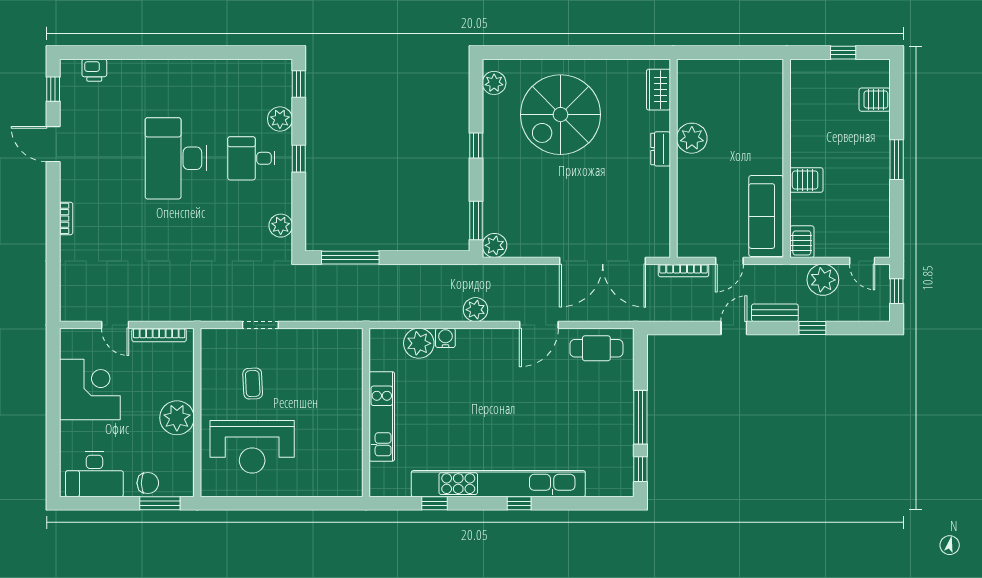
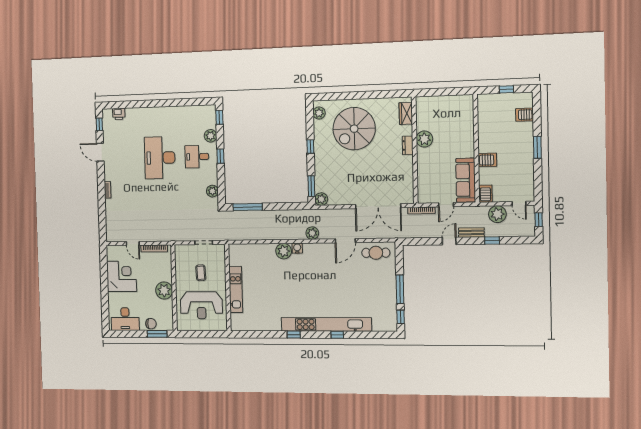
wall: (366, 412) -> (228, 287), moved
kitchen unit: (382, 416) -> (236, 290), moved

